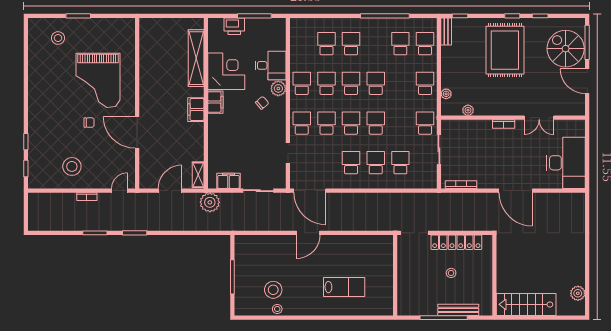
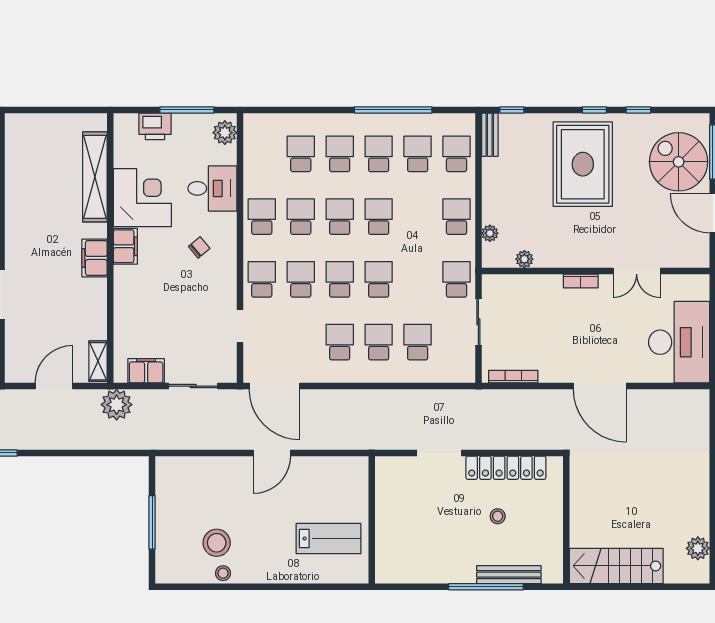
school desk: (376, 44) -> (379, 154), added
plant: (278, 88) -> (225, 133), moved
wall: (395, 275) -> (372, 520), moved

